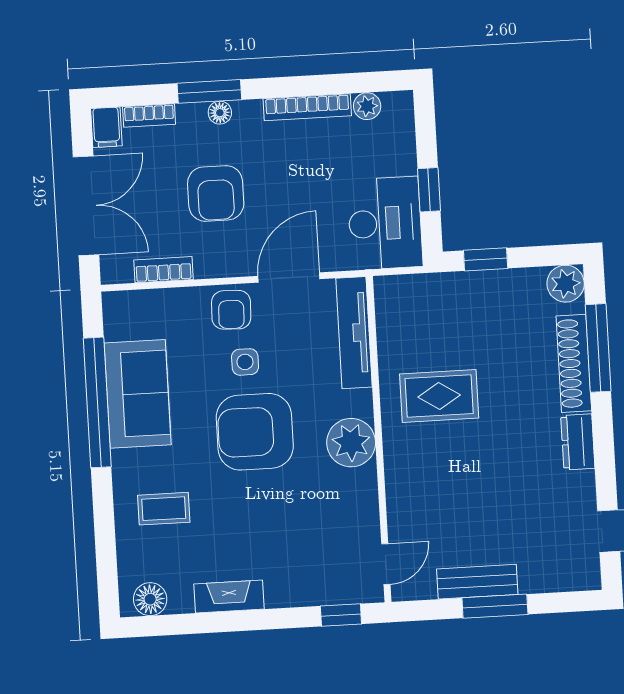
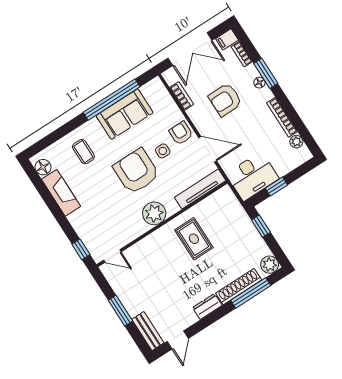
armchair: (231, 310) -> (181, 133), turned 88
bench: (477, 582) -> (148, 331), moved
fireplace: (229, 597) -> (61, 193), width x1.37, depth x1.32

